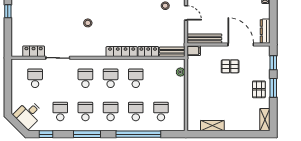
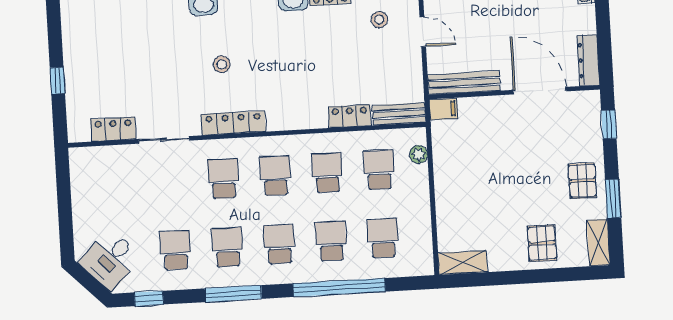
window: (8, 11) -> (57, 81), moved
locker: (122, 52) -> (233, 123), moved
pallet: (230, 66) -> (542, 243), moved, turned 90
school desk: (35, 78) -> (379, 170), moved
window: (273, 88) -> (613, 199), moved
shelving: (212, 126) -> (463, 263), moved

